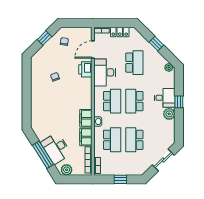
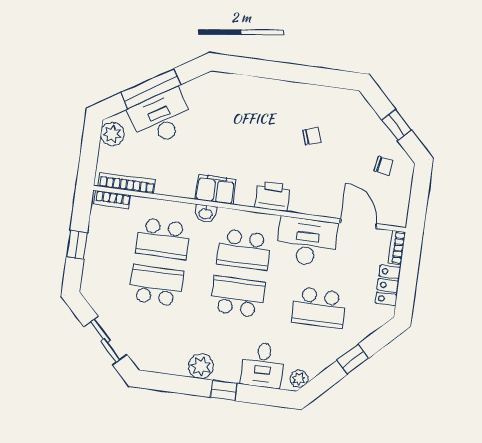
printer: (85, 69) -> (272, 196), moved
desk: (165, 98) -> (263, 365), moved
filing cabinet: (86, 137) -> (176, 184), removed

